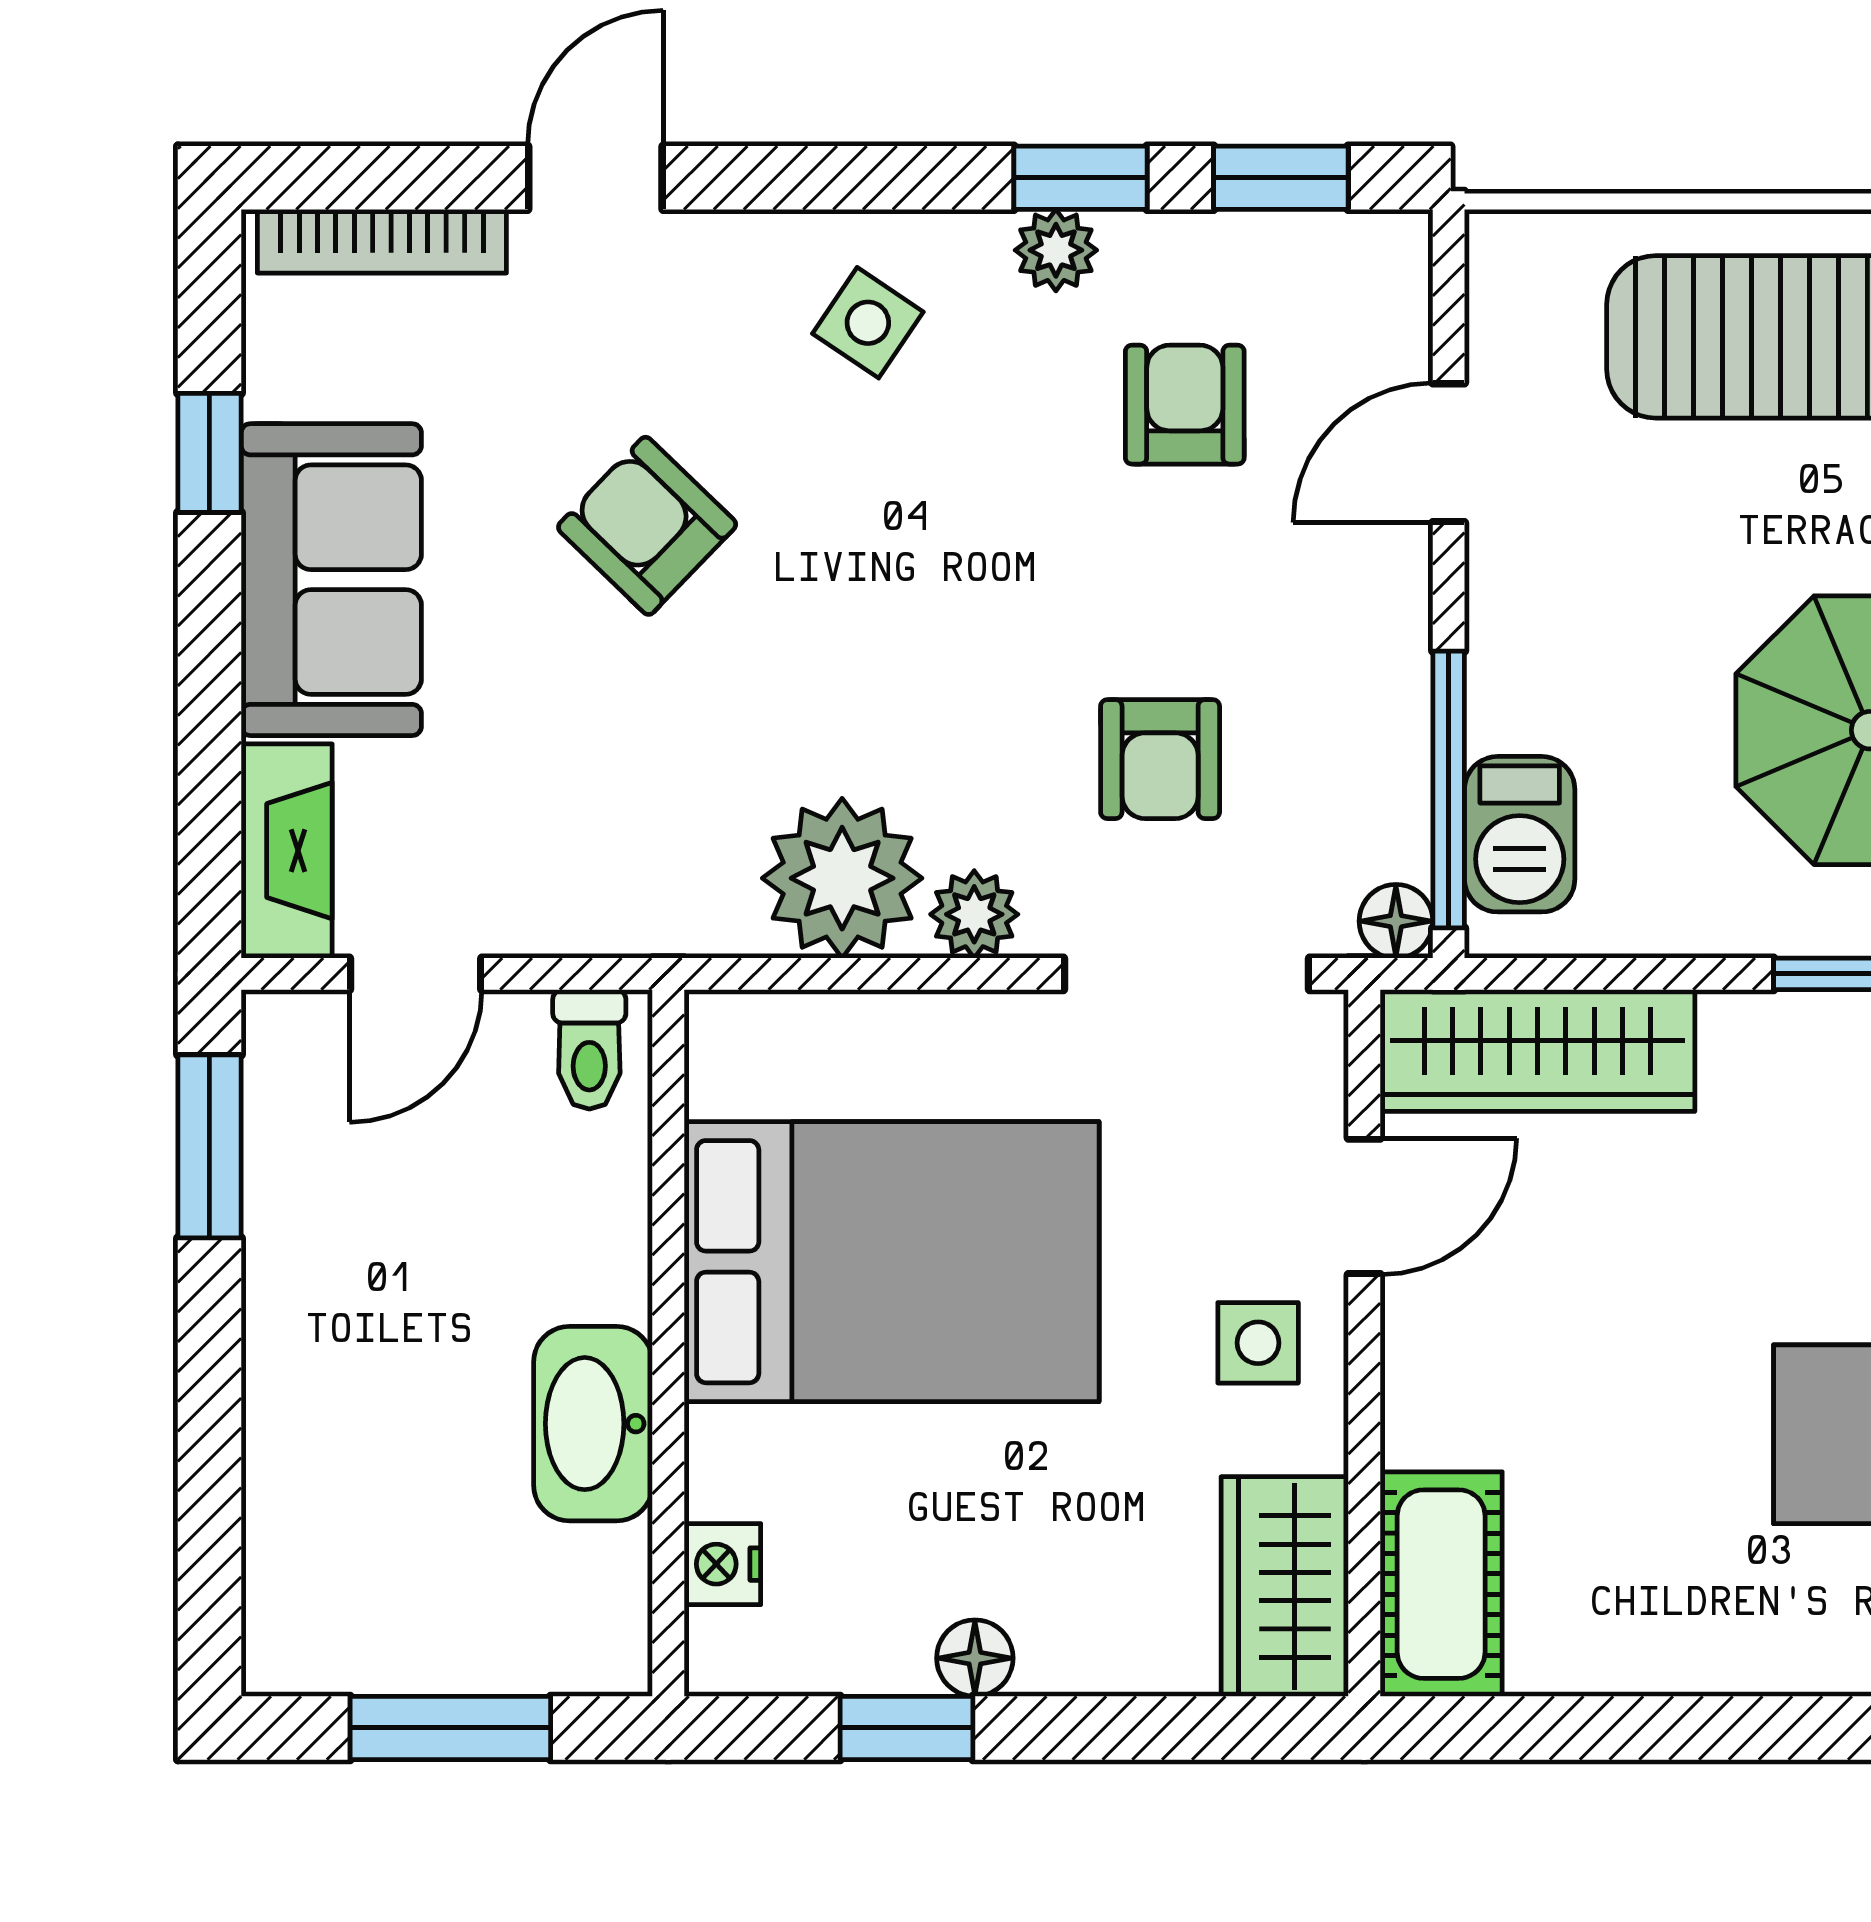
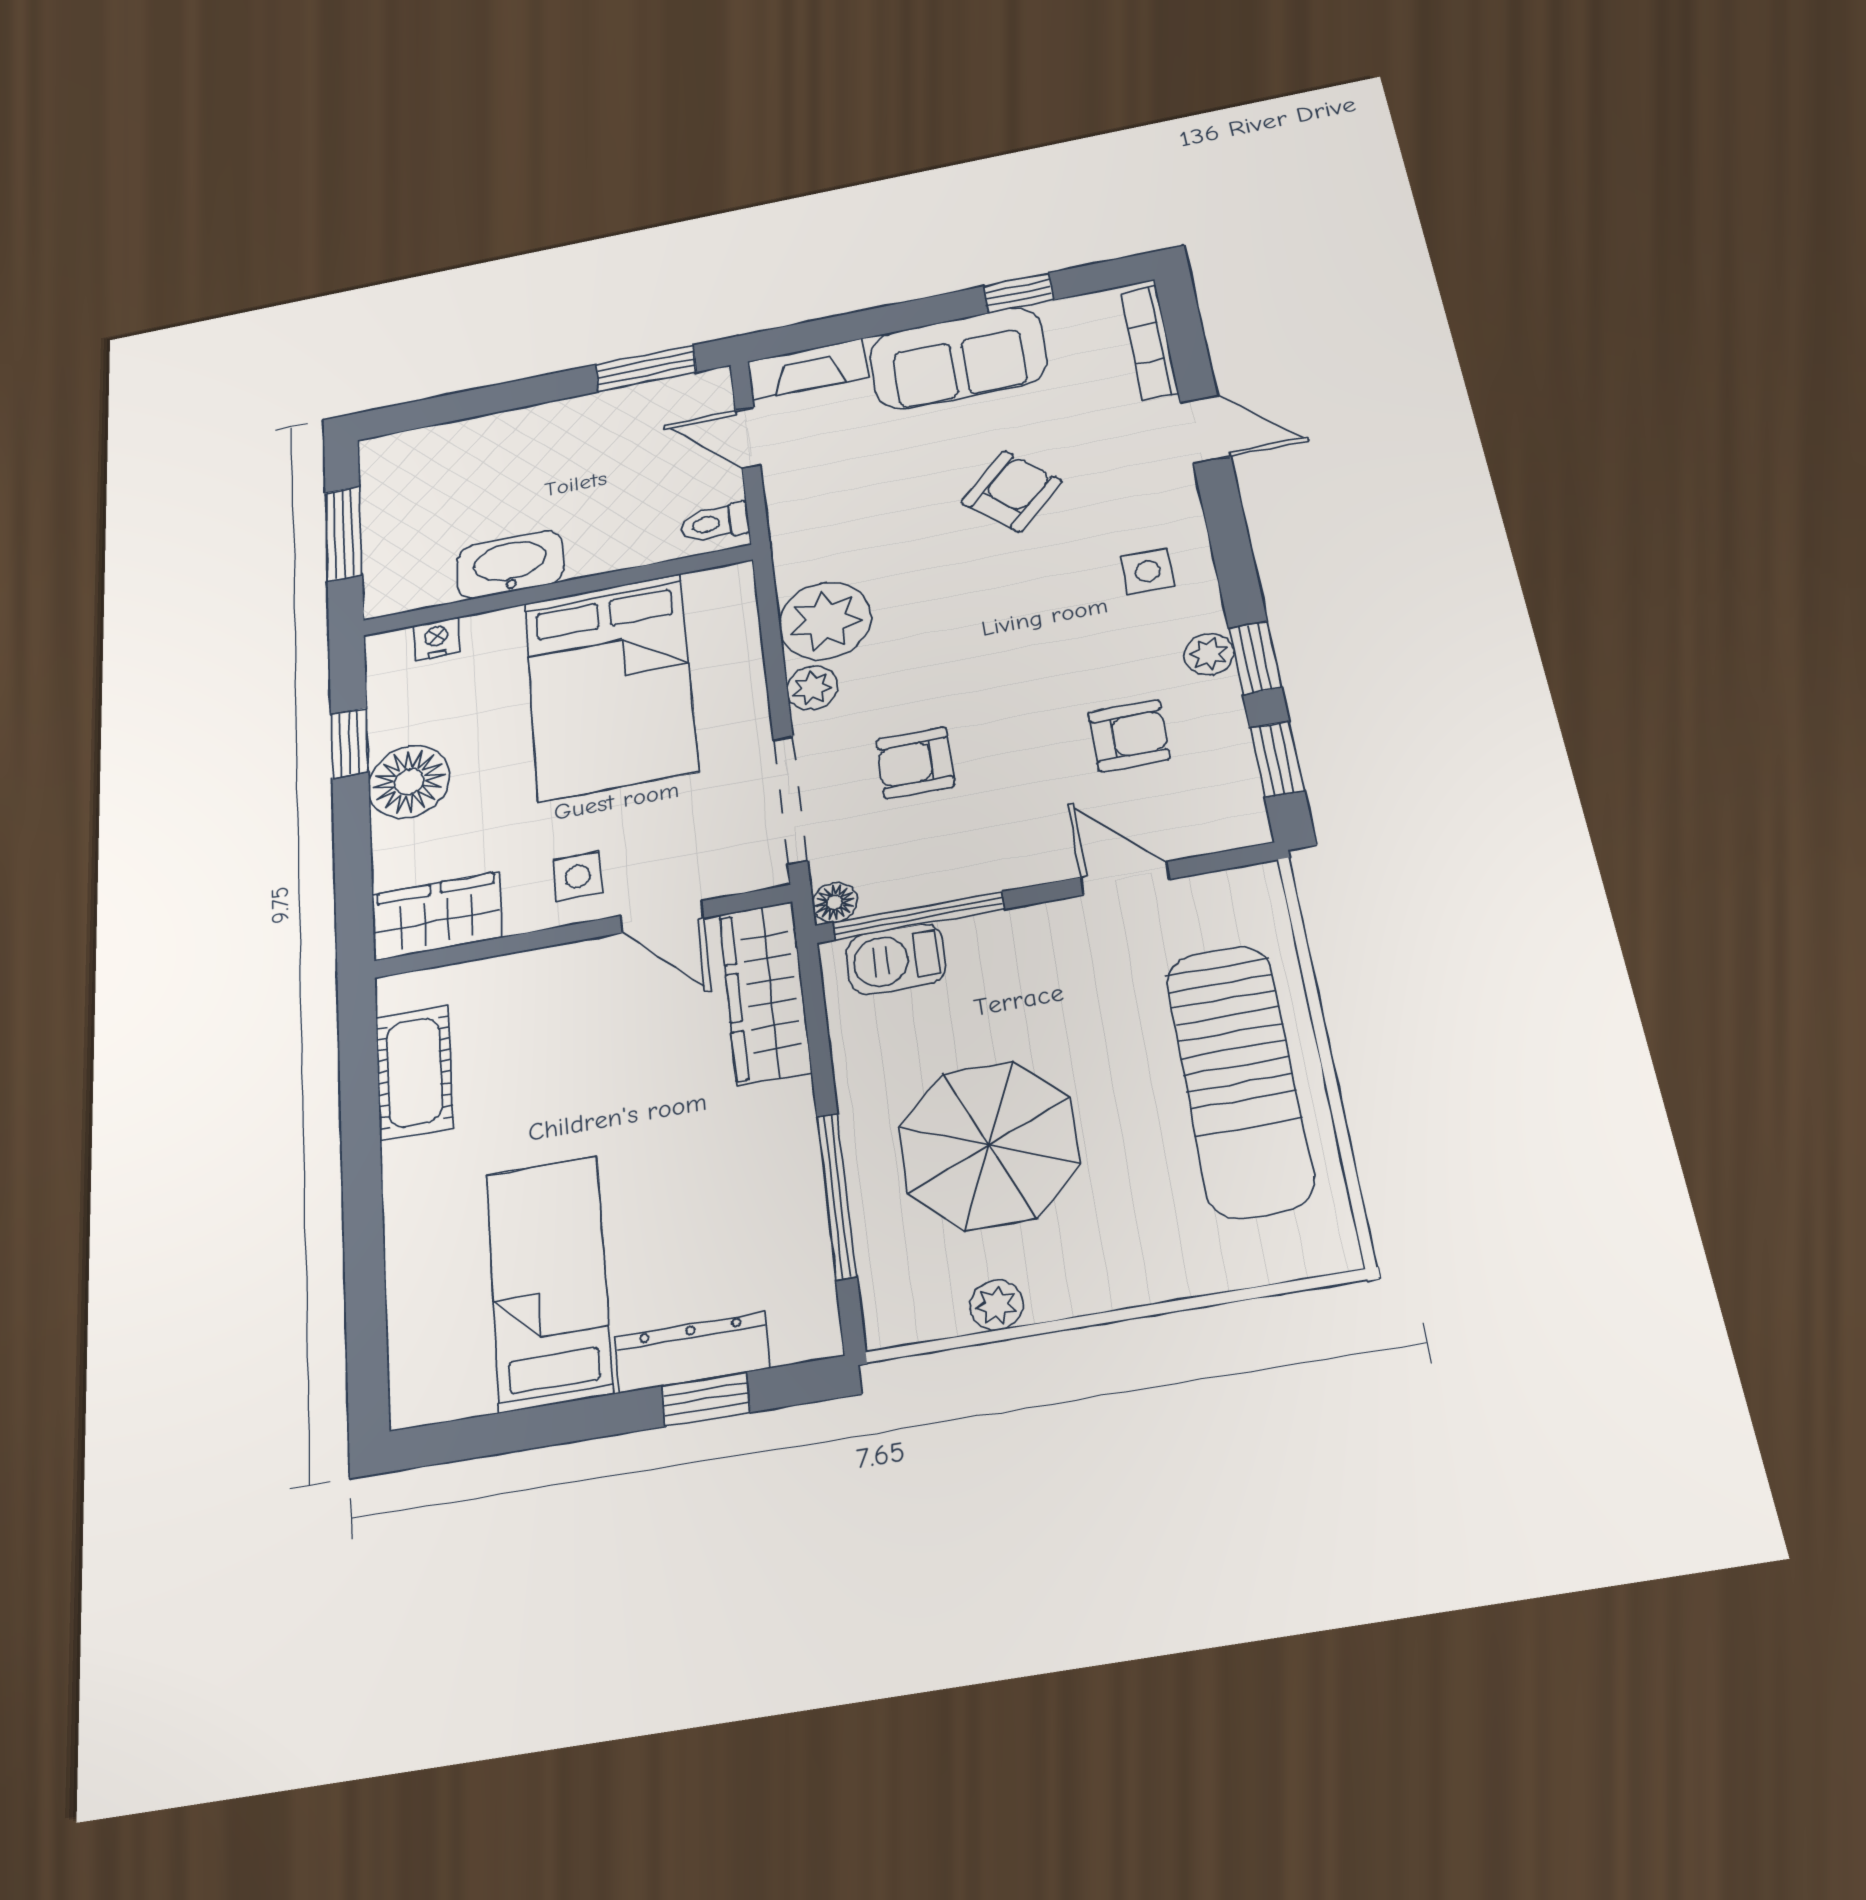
side table: (868, 323) -> (1148, 571), turned -34
cot: (1441, 1584) -> (414, 1072), moved, turned 90
floor lamp: (975, 1658) -> (409, 781), width x1.89, depth x1.89

